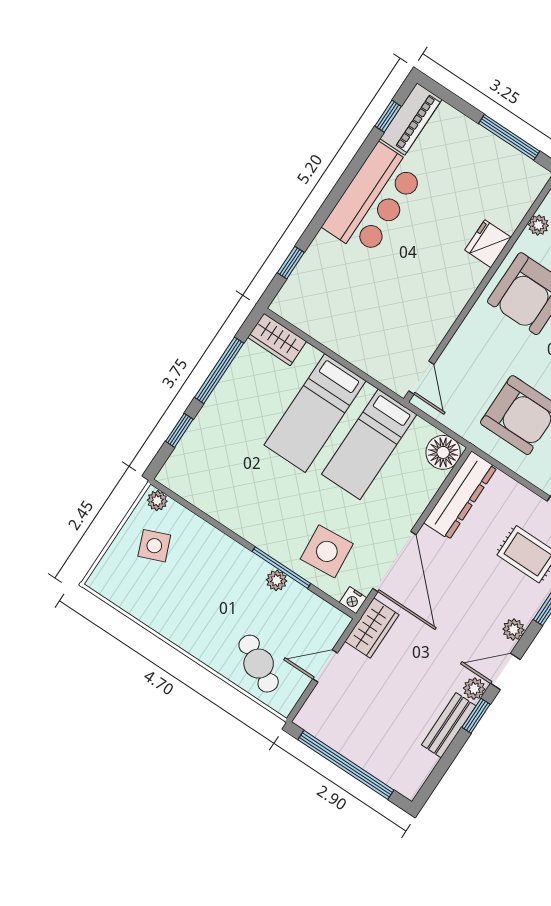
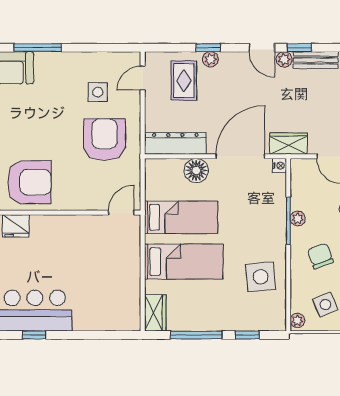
window: (291, 263) -> (34, 335), moved
floor lamp: (443, 452) -> (196, 170), moved
side table: (327, 551) -> (261, 277), moved
chair: (215, 578) -> (320, 256), added
plant: (514, 630) -> (210, 59), moved

